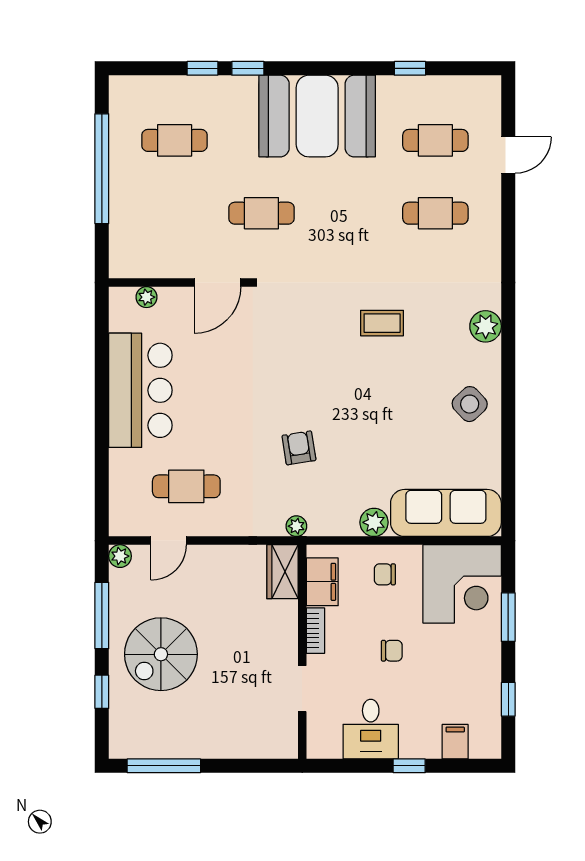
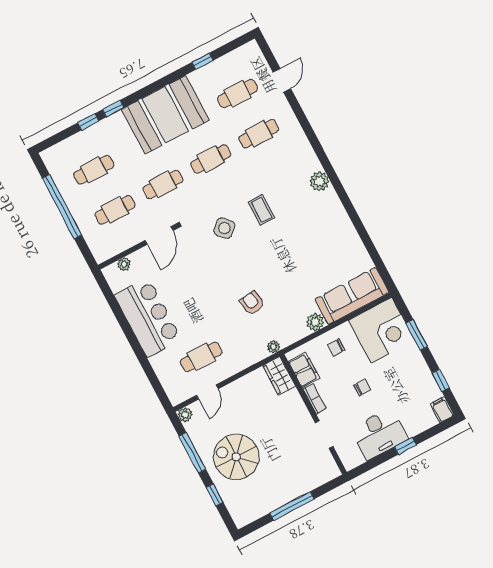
cafe table: (175, 213) -> (115, 210), added
cafe table: (348, 213) -> (211, 159), added
coffee table: (382, 323) -> (261, 210), turned 90
side table: (470, 404) -> (224, 228), moved
spiral stairs: (161, 654) -> (236, 457), turned 90
desk: (371, 729) -> (379, 434), width x1.37
filing cabinet: (455, 742) -> (442, 409), moved
window: (164, 766) -> (292, 506), moved

